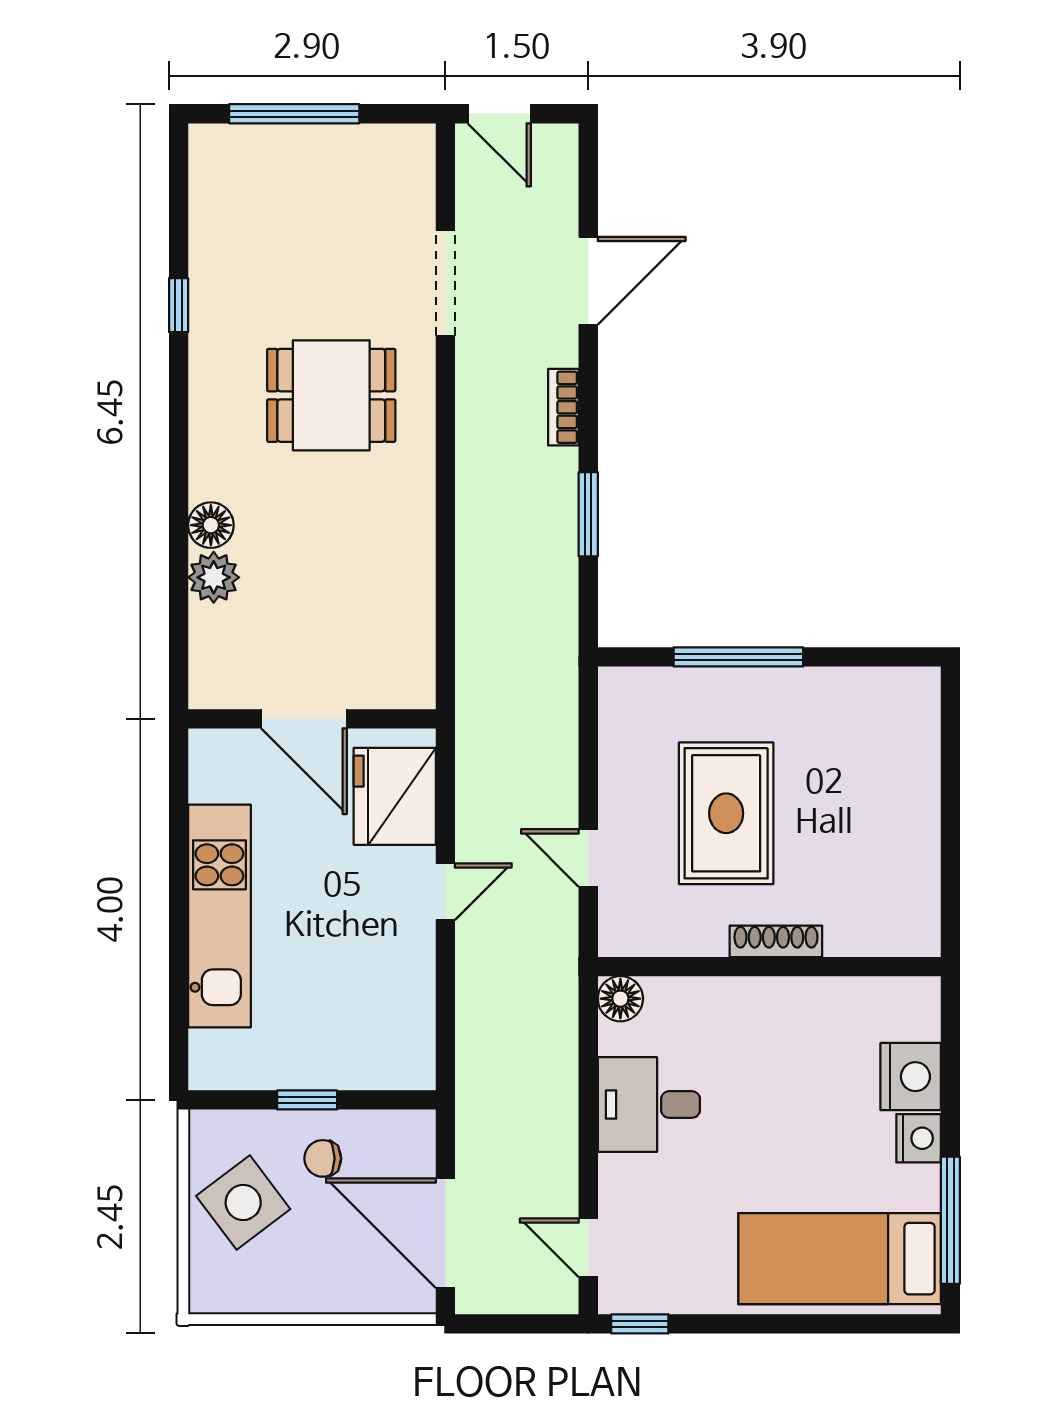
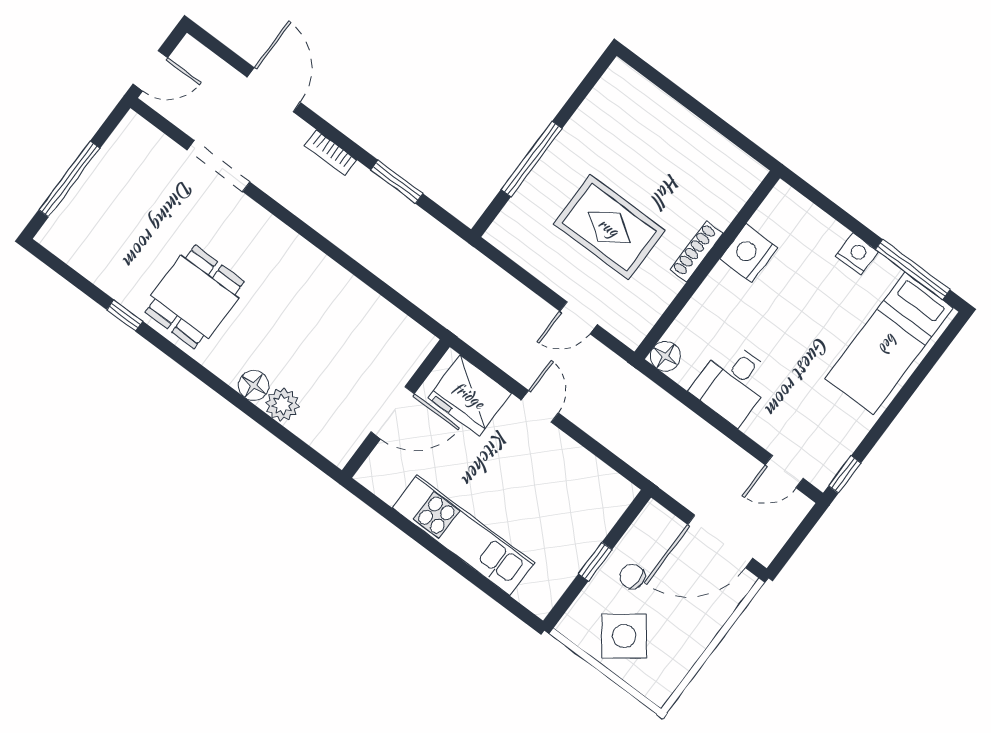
dining table: (331, 395) -> (195, 297), moved
nightstand: (911, 1077) -> (749, 253), moved, turned -90
chair: (323, 1158) -> (632, 576), turned 90

